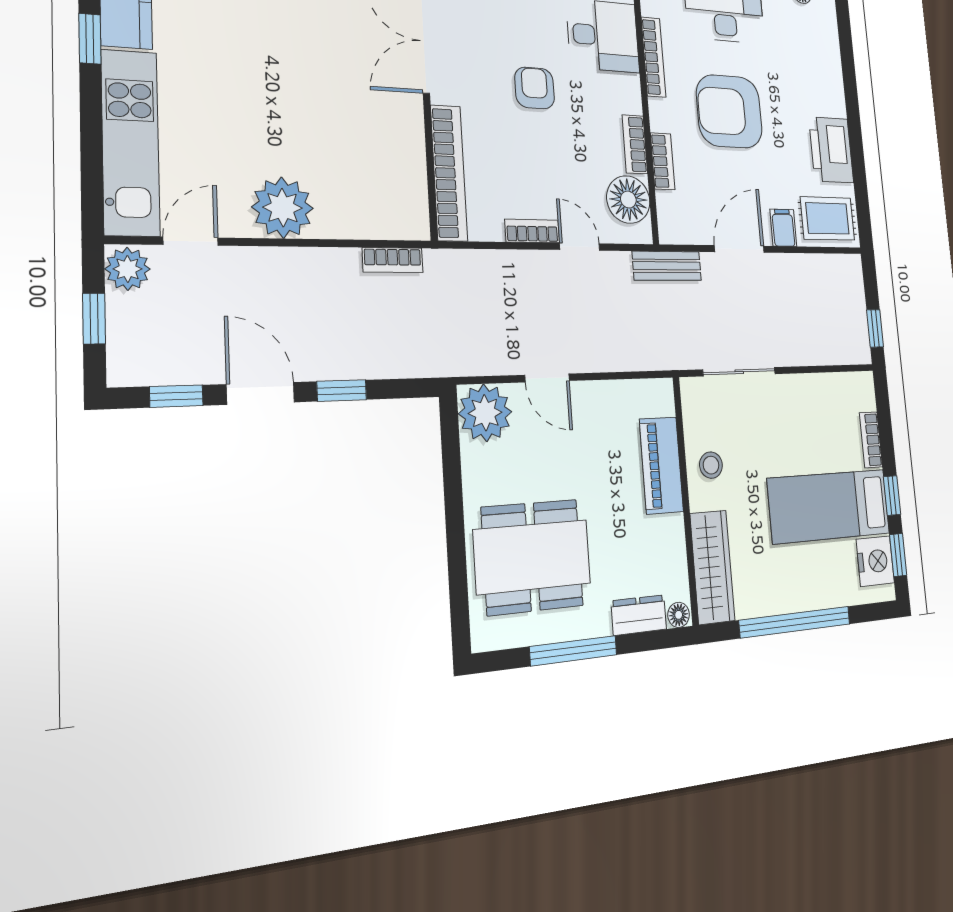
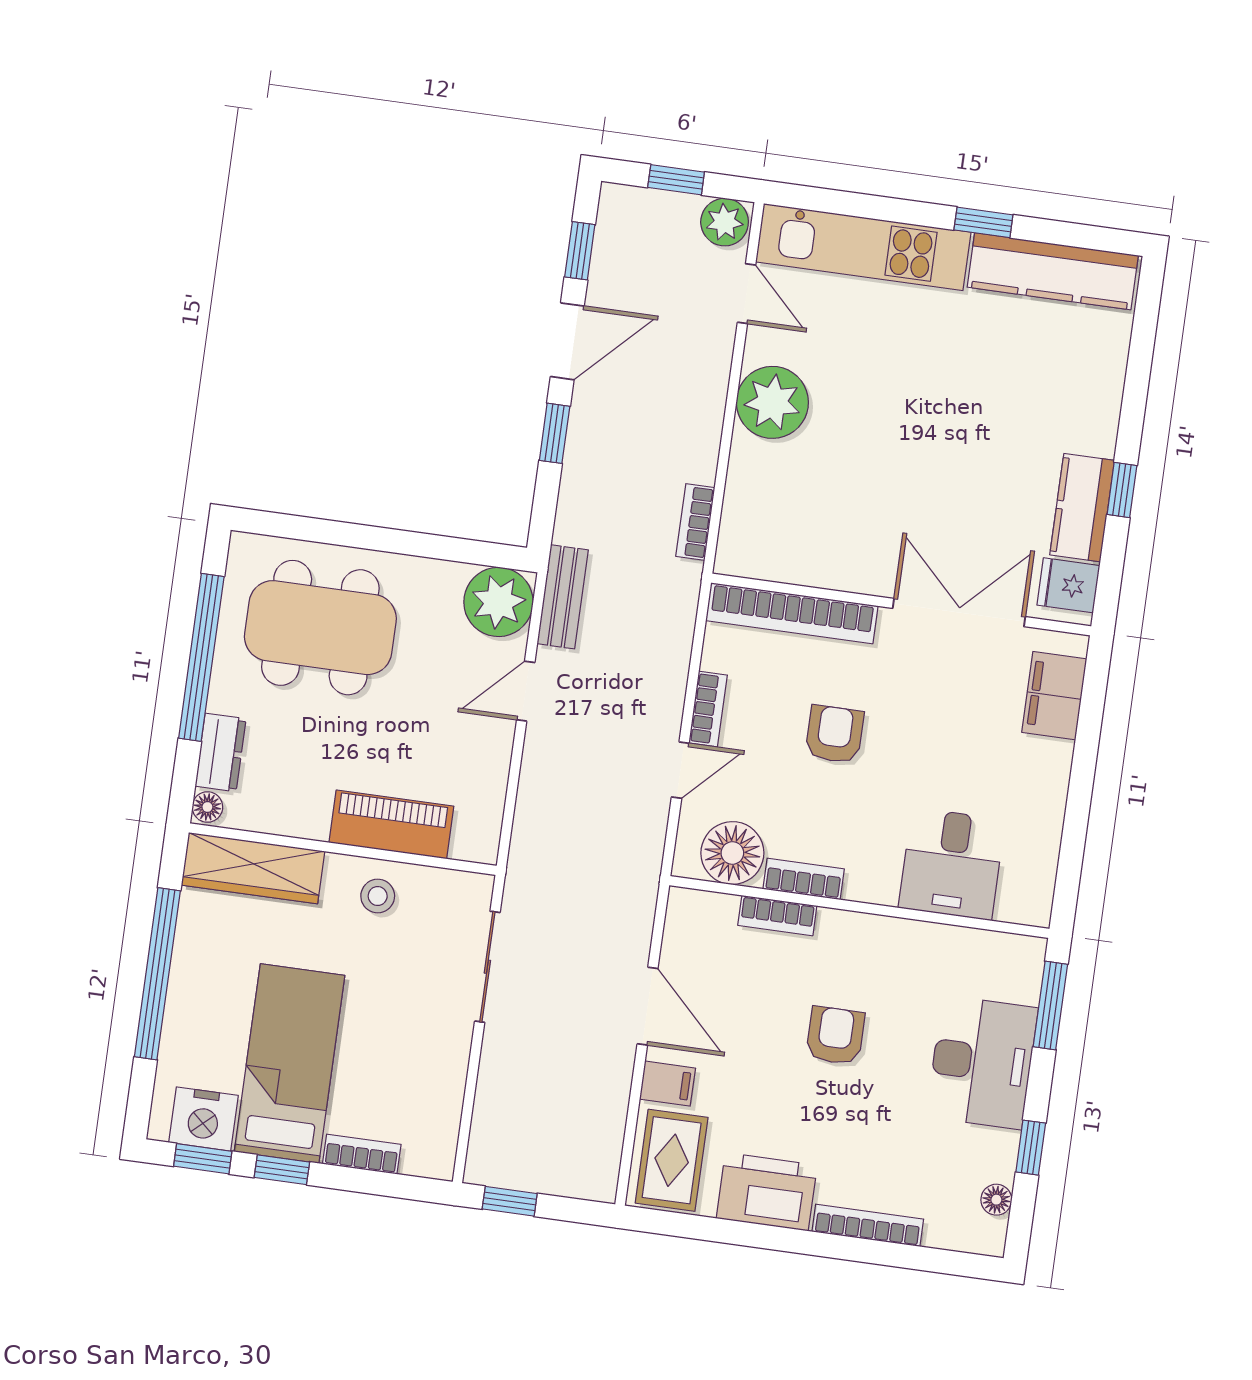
bookcase: (654, 57) -> (868, 1225), moved, turned 180
armchair: (535, 88) -> (835, 734), moved, turned -90
armchair: (729, 111) -> (835, 1036), width x0.53, depth x0.53
bench: (667, 266) -> (563, 597), moved
dining table: (532, 557) -> (320, 628), turned 90
window: (573, 651) -> (201, 657), width x1.46

